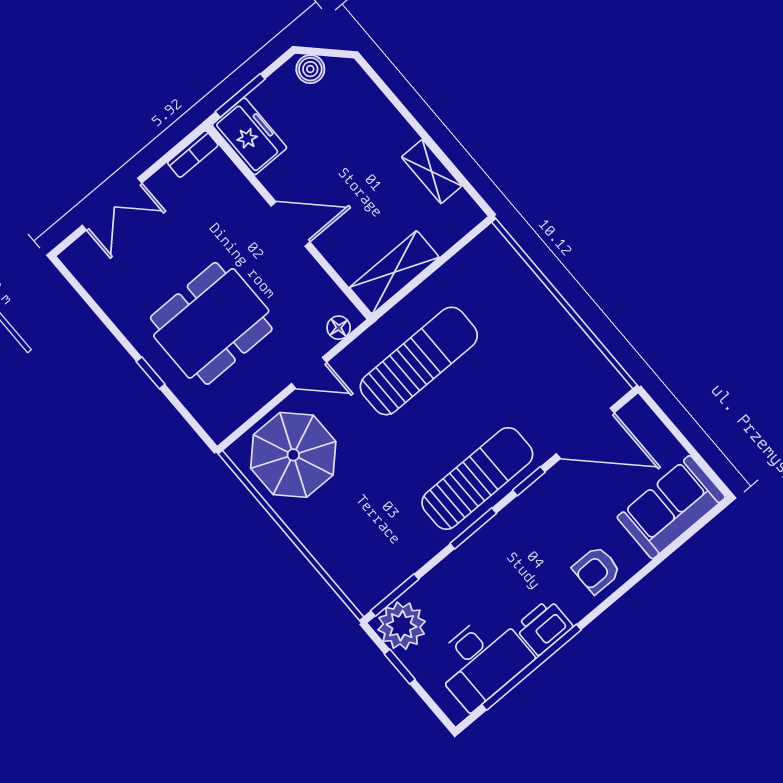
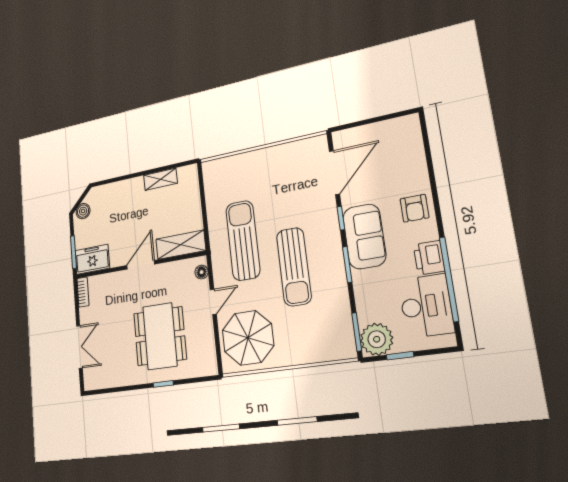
shelving: (394, 272) -> (181, 245), moved, turned 90
sun lounger: (477, 478) -> (294, 267), moved, turned 180
sofa: (671, 507) -> (364, 236), moved, turned 180

